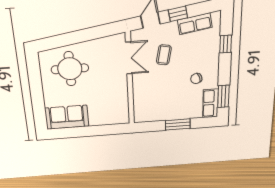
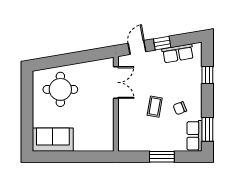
coffee table: (164, 55) -> (155, 107), moved

